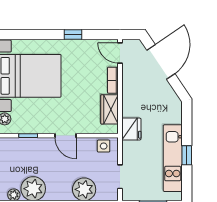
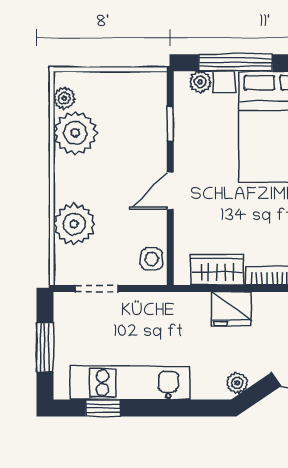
plant: (173, 98) -> (237, 383), added
fridge: (131, 129) -> (231, 309), moved
window: (187, 155) -> (103, 408), moved

